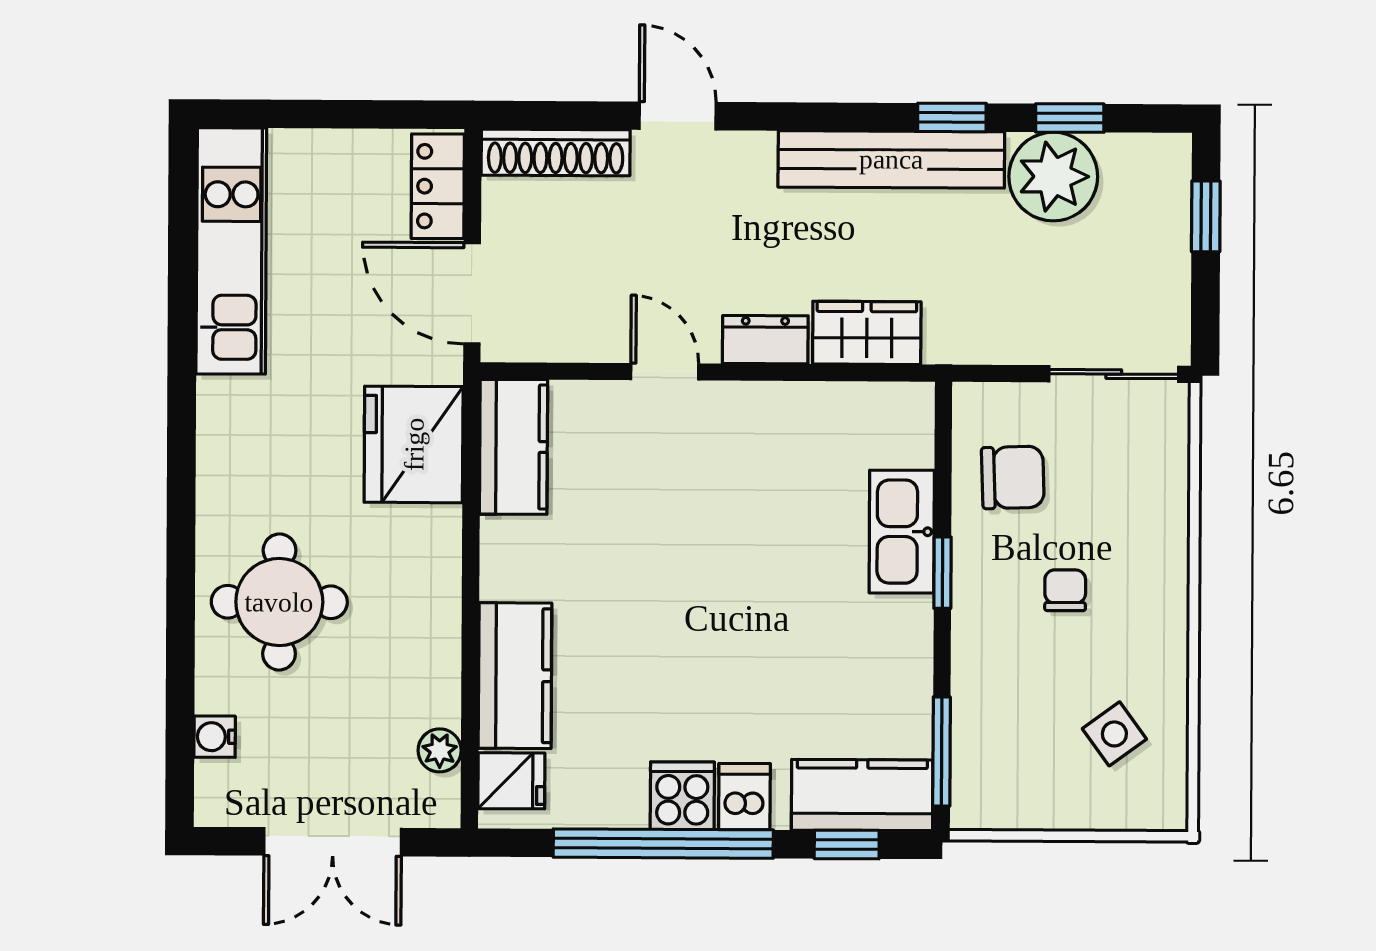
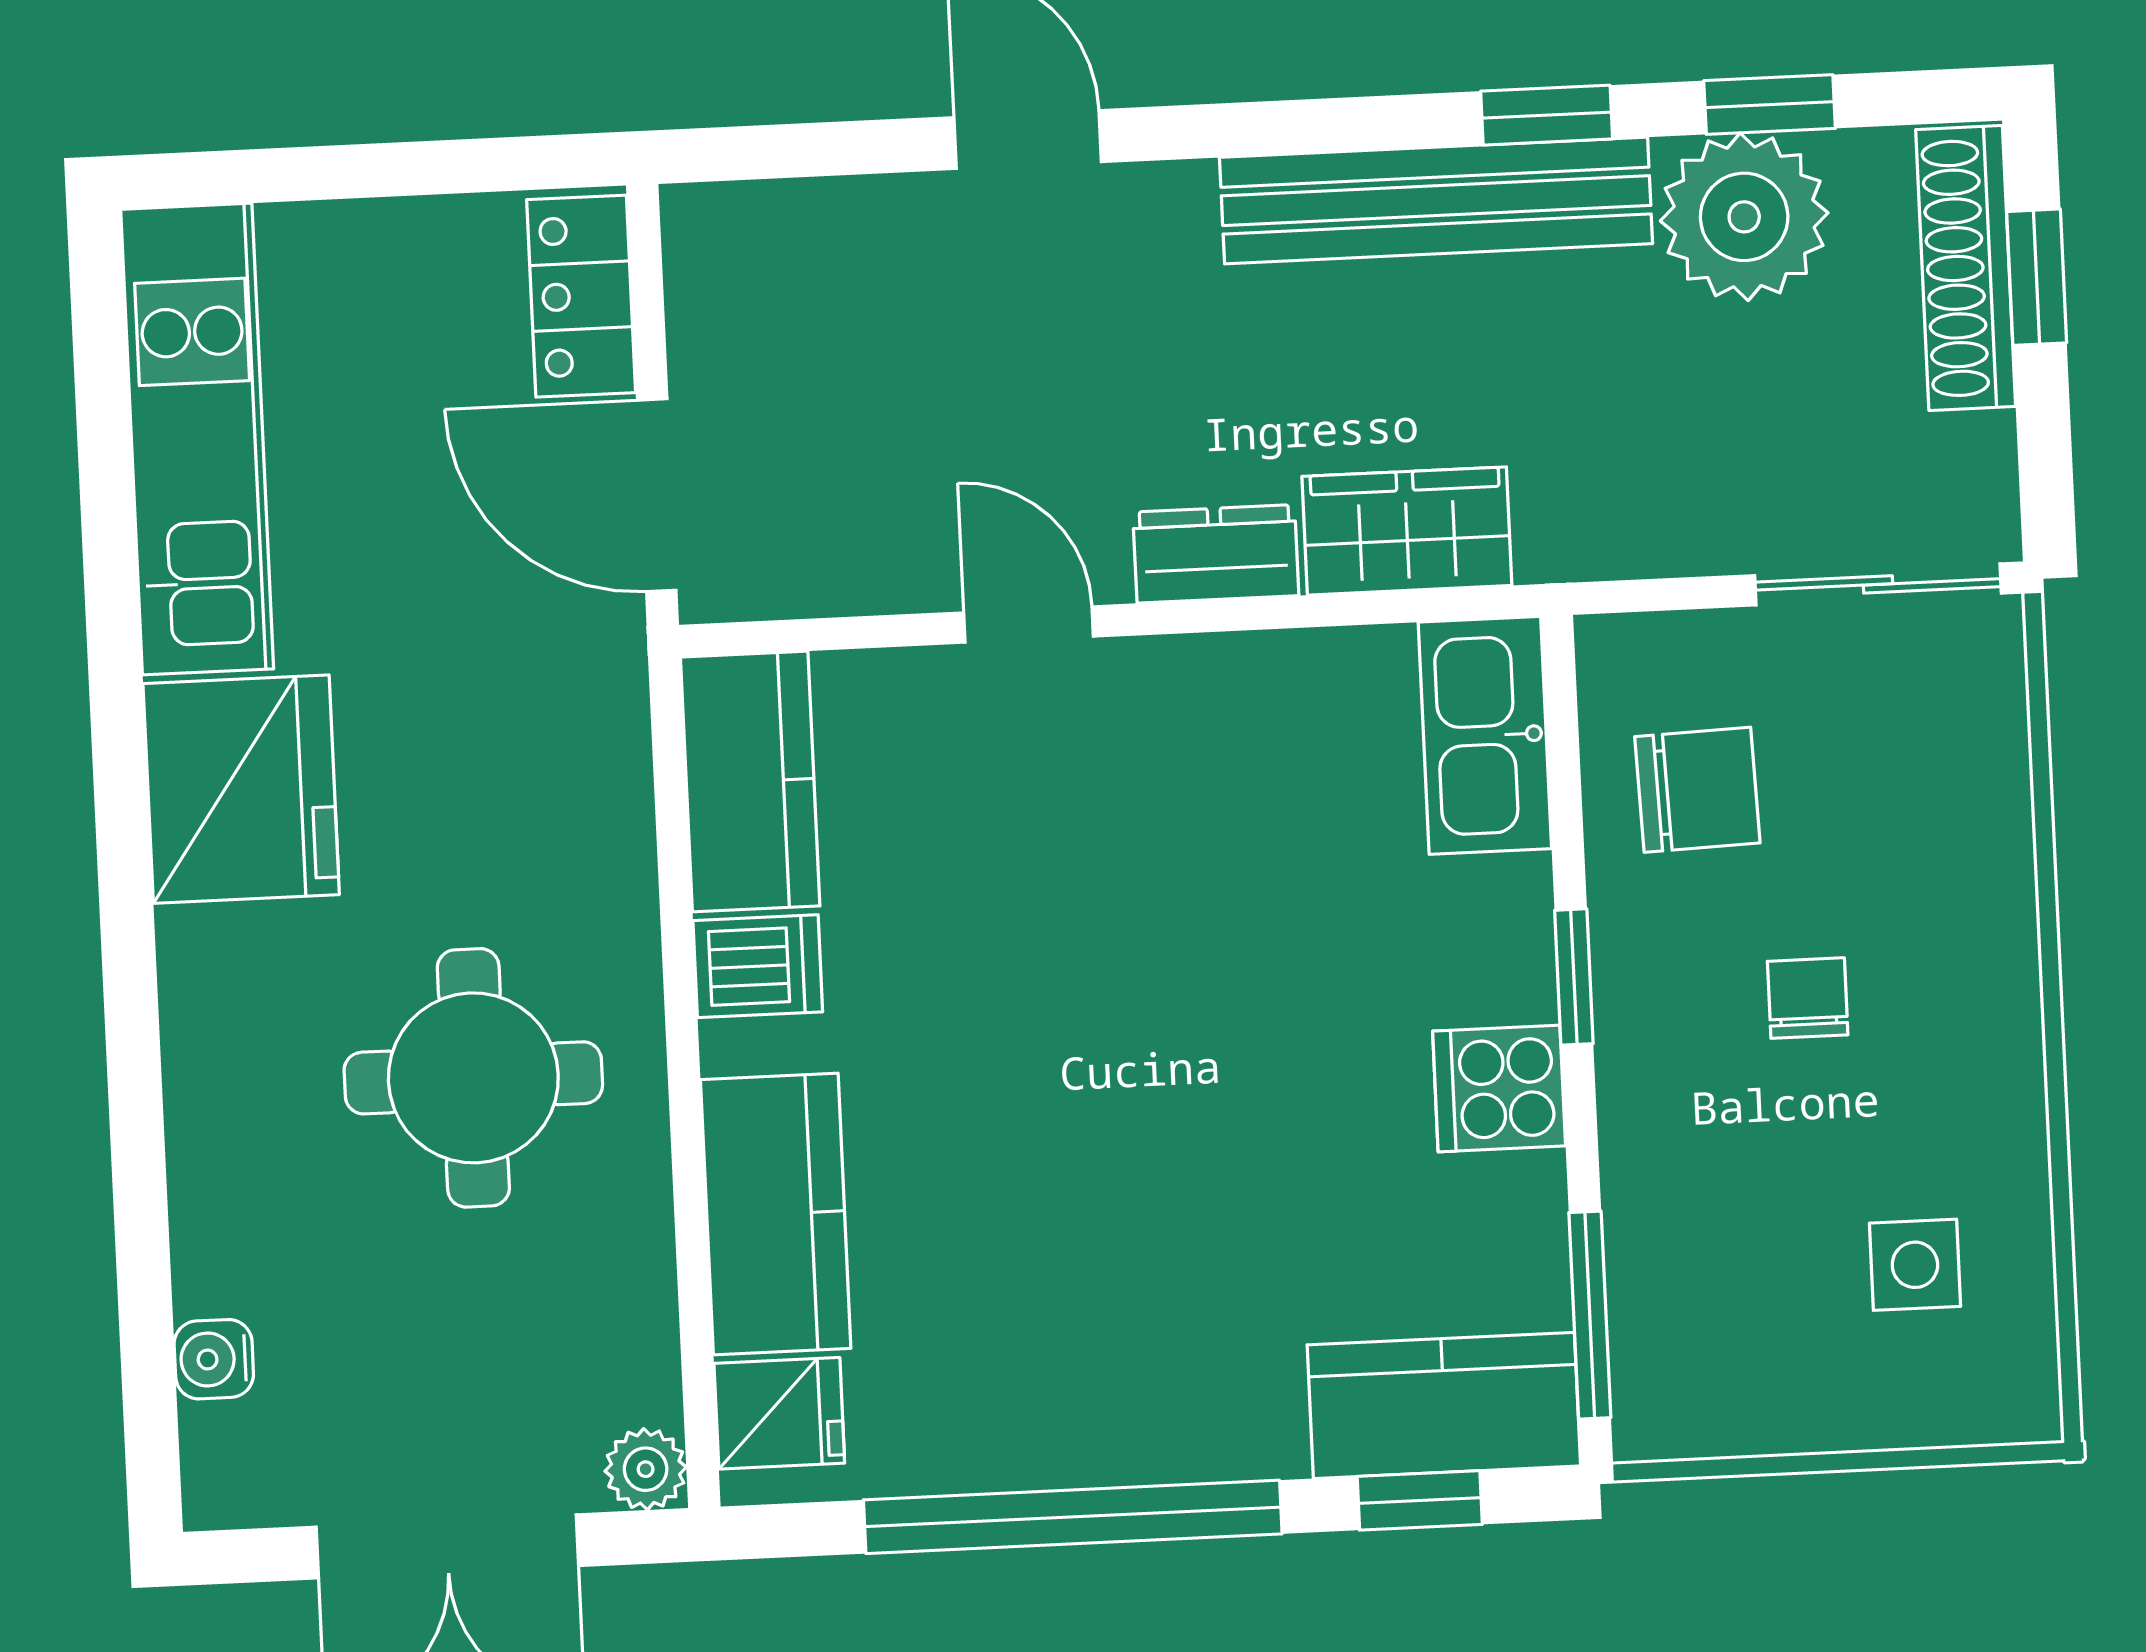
shoe rack: (556, 152) -> (1966, 268), moved, turned 90
fridge: (414, 444) -> (241, 789), moved, turned 180
kitchen sink: (902, 532) -> (1485, 735), moved
round table: (279, 602) -> (473, 1078), moved
side table: (1114, 734) -> (1915, 1265), turned 36
plant: (440, 750) -> (646, 1469), moved
cooker: (682, 796) -> (1499, 1089), moved, turned -90
dishwasher: (744, 797) -> (758, 966), moved, turned 90

